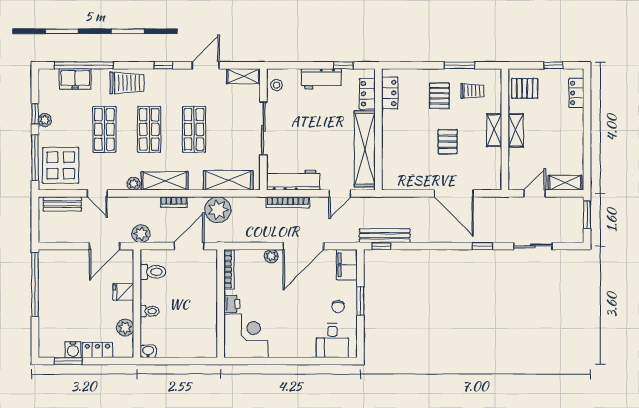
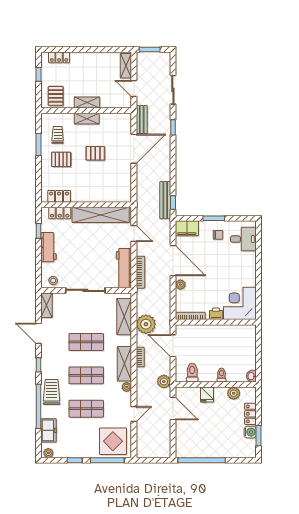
window: (84, 65) -> (38, 406), moved
plant: (45, 120) -> (48, 453), moved
bench: (62, 204) -> (142, 120), moved

